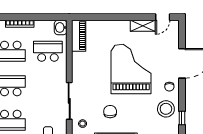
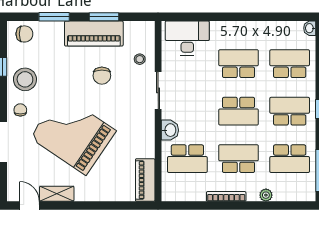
door: (163, 17) -> (30, 206), hinge flipped
washbasin: (61, 27) -> (170, 130), moved
grand piano: (131, 69) -> (73, 134), turned 124
sliding door: (69, 101) -> (158, 90), width x0.73

